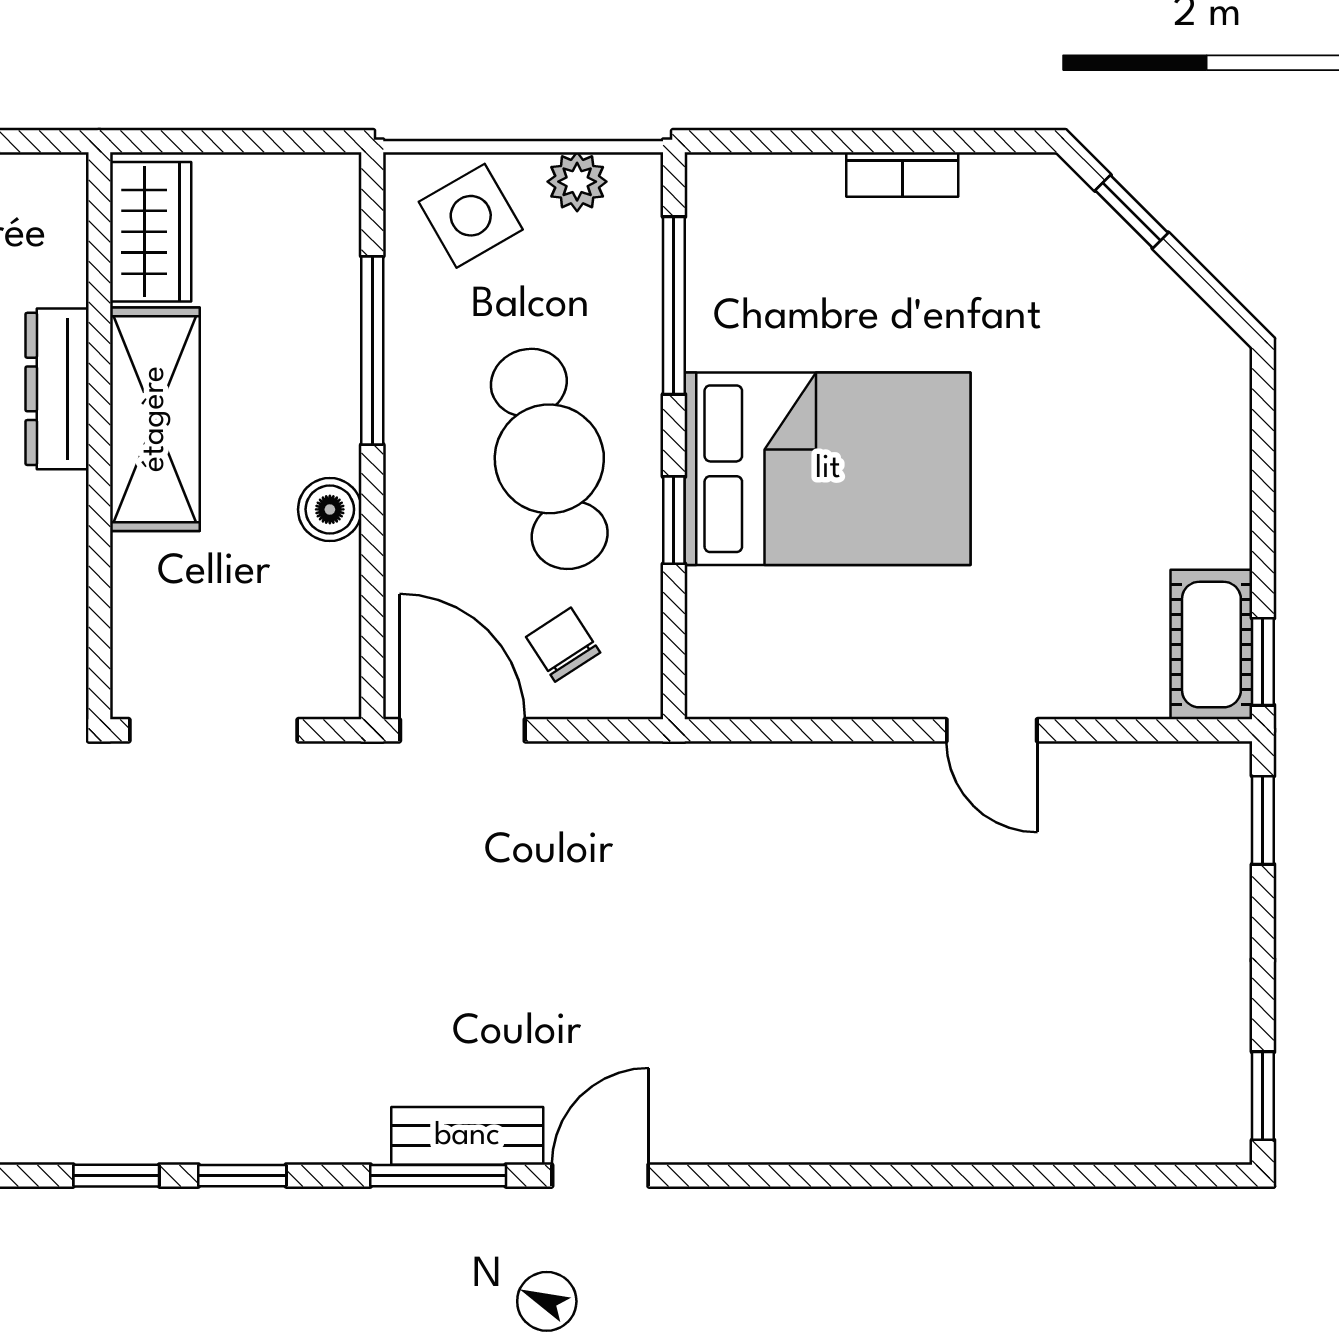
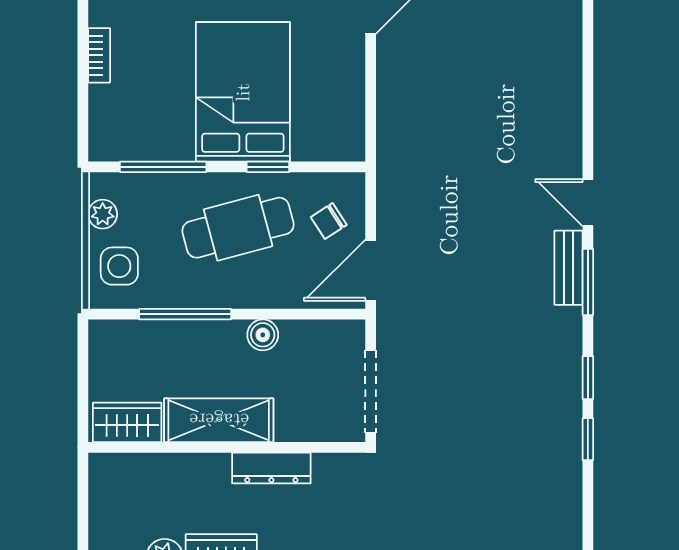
side table: (471, 216) -> (119, 266), turned 30
dresser: (57, 389) -> (271, 468), moved

